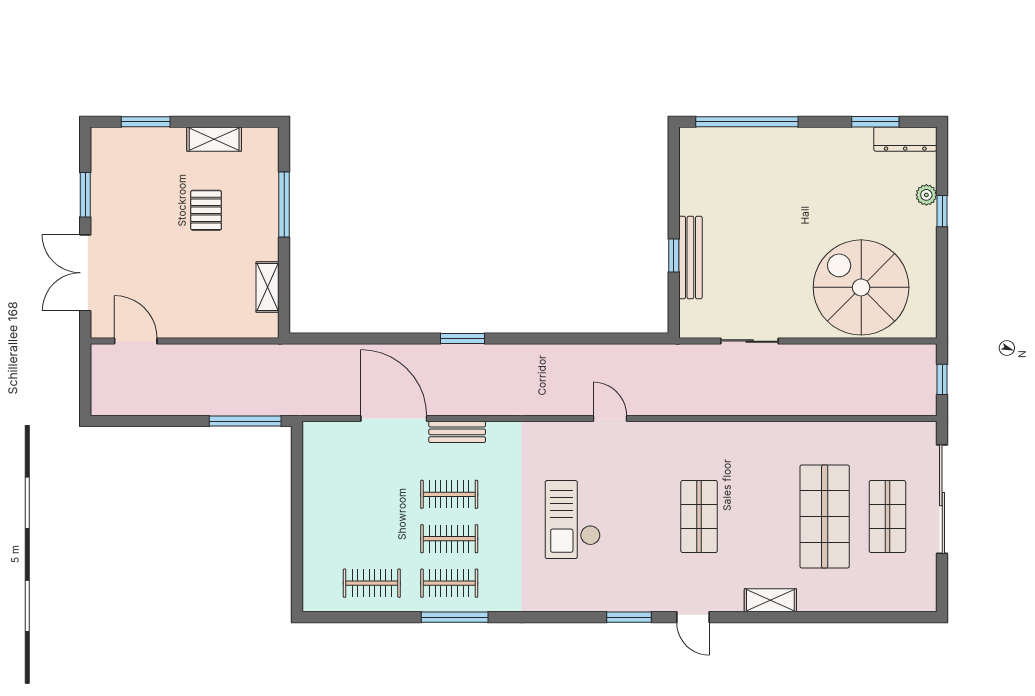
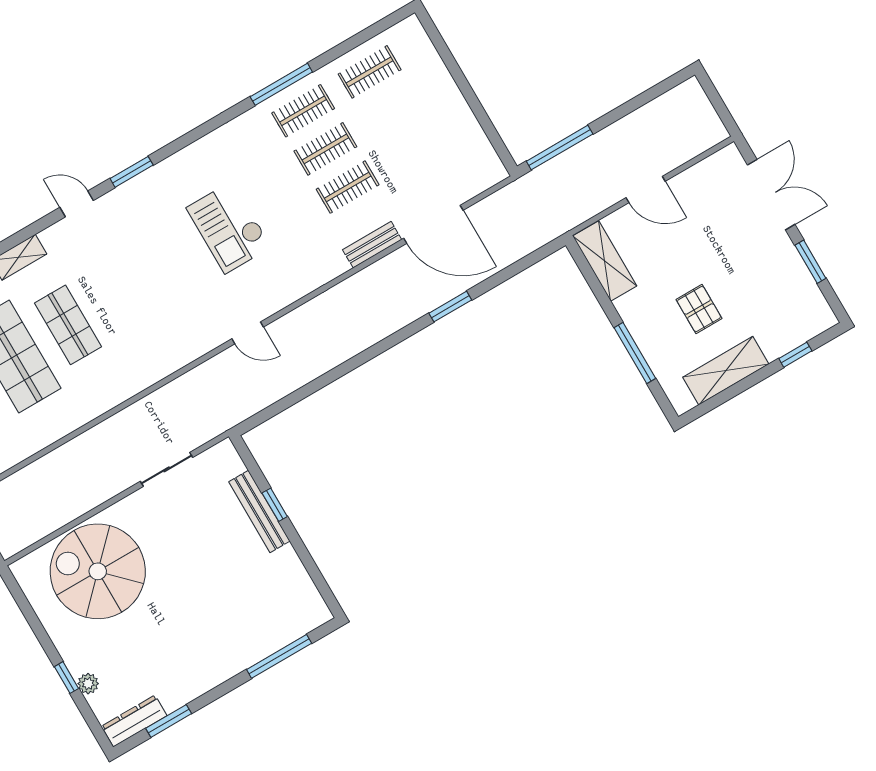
window: (146, 122) -> (795, 355), width x0.67
window: (747, 122) -> (279, 656), width x0.68
shelving: (214, 139) -> (726, 371), width x1.50, depth x1.33
shelving: (267, 287) -> (605, 261), width x1.50, depth x1.33
spiral stairs: (861, 287) -> (98, 571), turned 180
window: (463, 338) -> (450, 307), moved
door: (136, 341) -> (646, 189), moved
shop shelf: (699, 516) -> (68, 325), moved
checkout: (573, 520) -> (229, 227), turned 180

